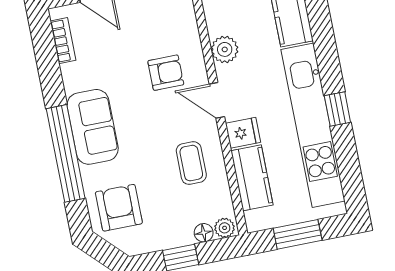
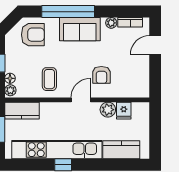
plant: (71, 74) -> (111, 23), added
fridge: (243, 133) -> (124, 111), moved
coffee table: (191, 163) -> (49, 79), turned 90
kitchen counter: (252, 178) -> (22, 111), moved

